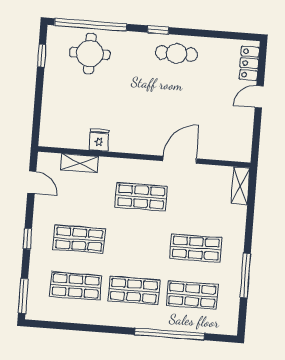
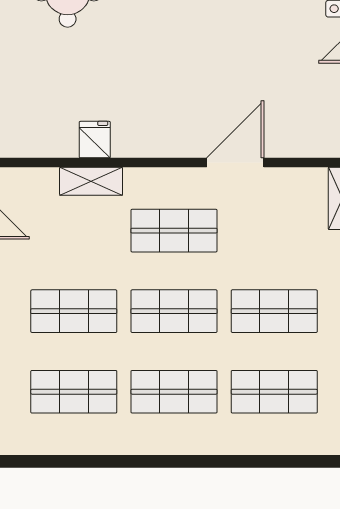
shelving: (79, 163) -> (91, 181), moved
shop shelf: (137, 244) -> (174, 311), added
window: (169, 334) -> (241, 461), removed

